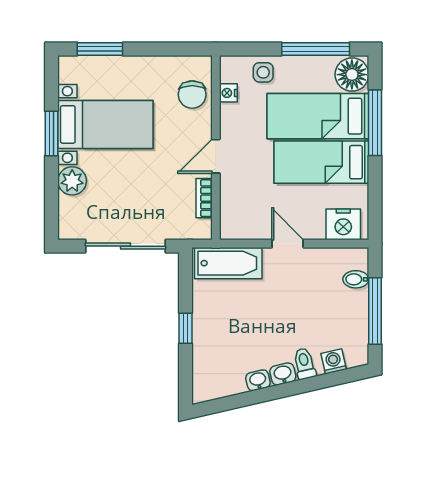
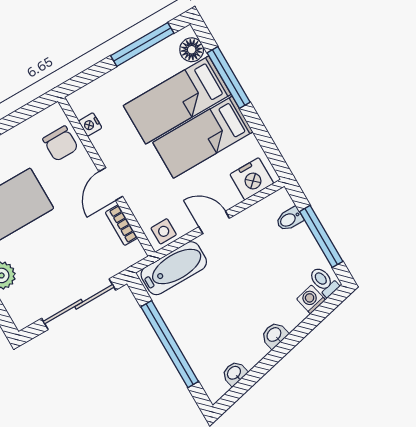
side table: (263, 72) -> (164, 231), moved
floor lamp: (352, 75) -> (192, 50), width x0.73, depth x0.73
window: (185, 328) -> (170, 344), width x3.17
toilet: (304, 364) -> (324, 282), moved
washbasin: (258, 380) -> (234, 373), moved

